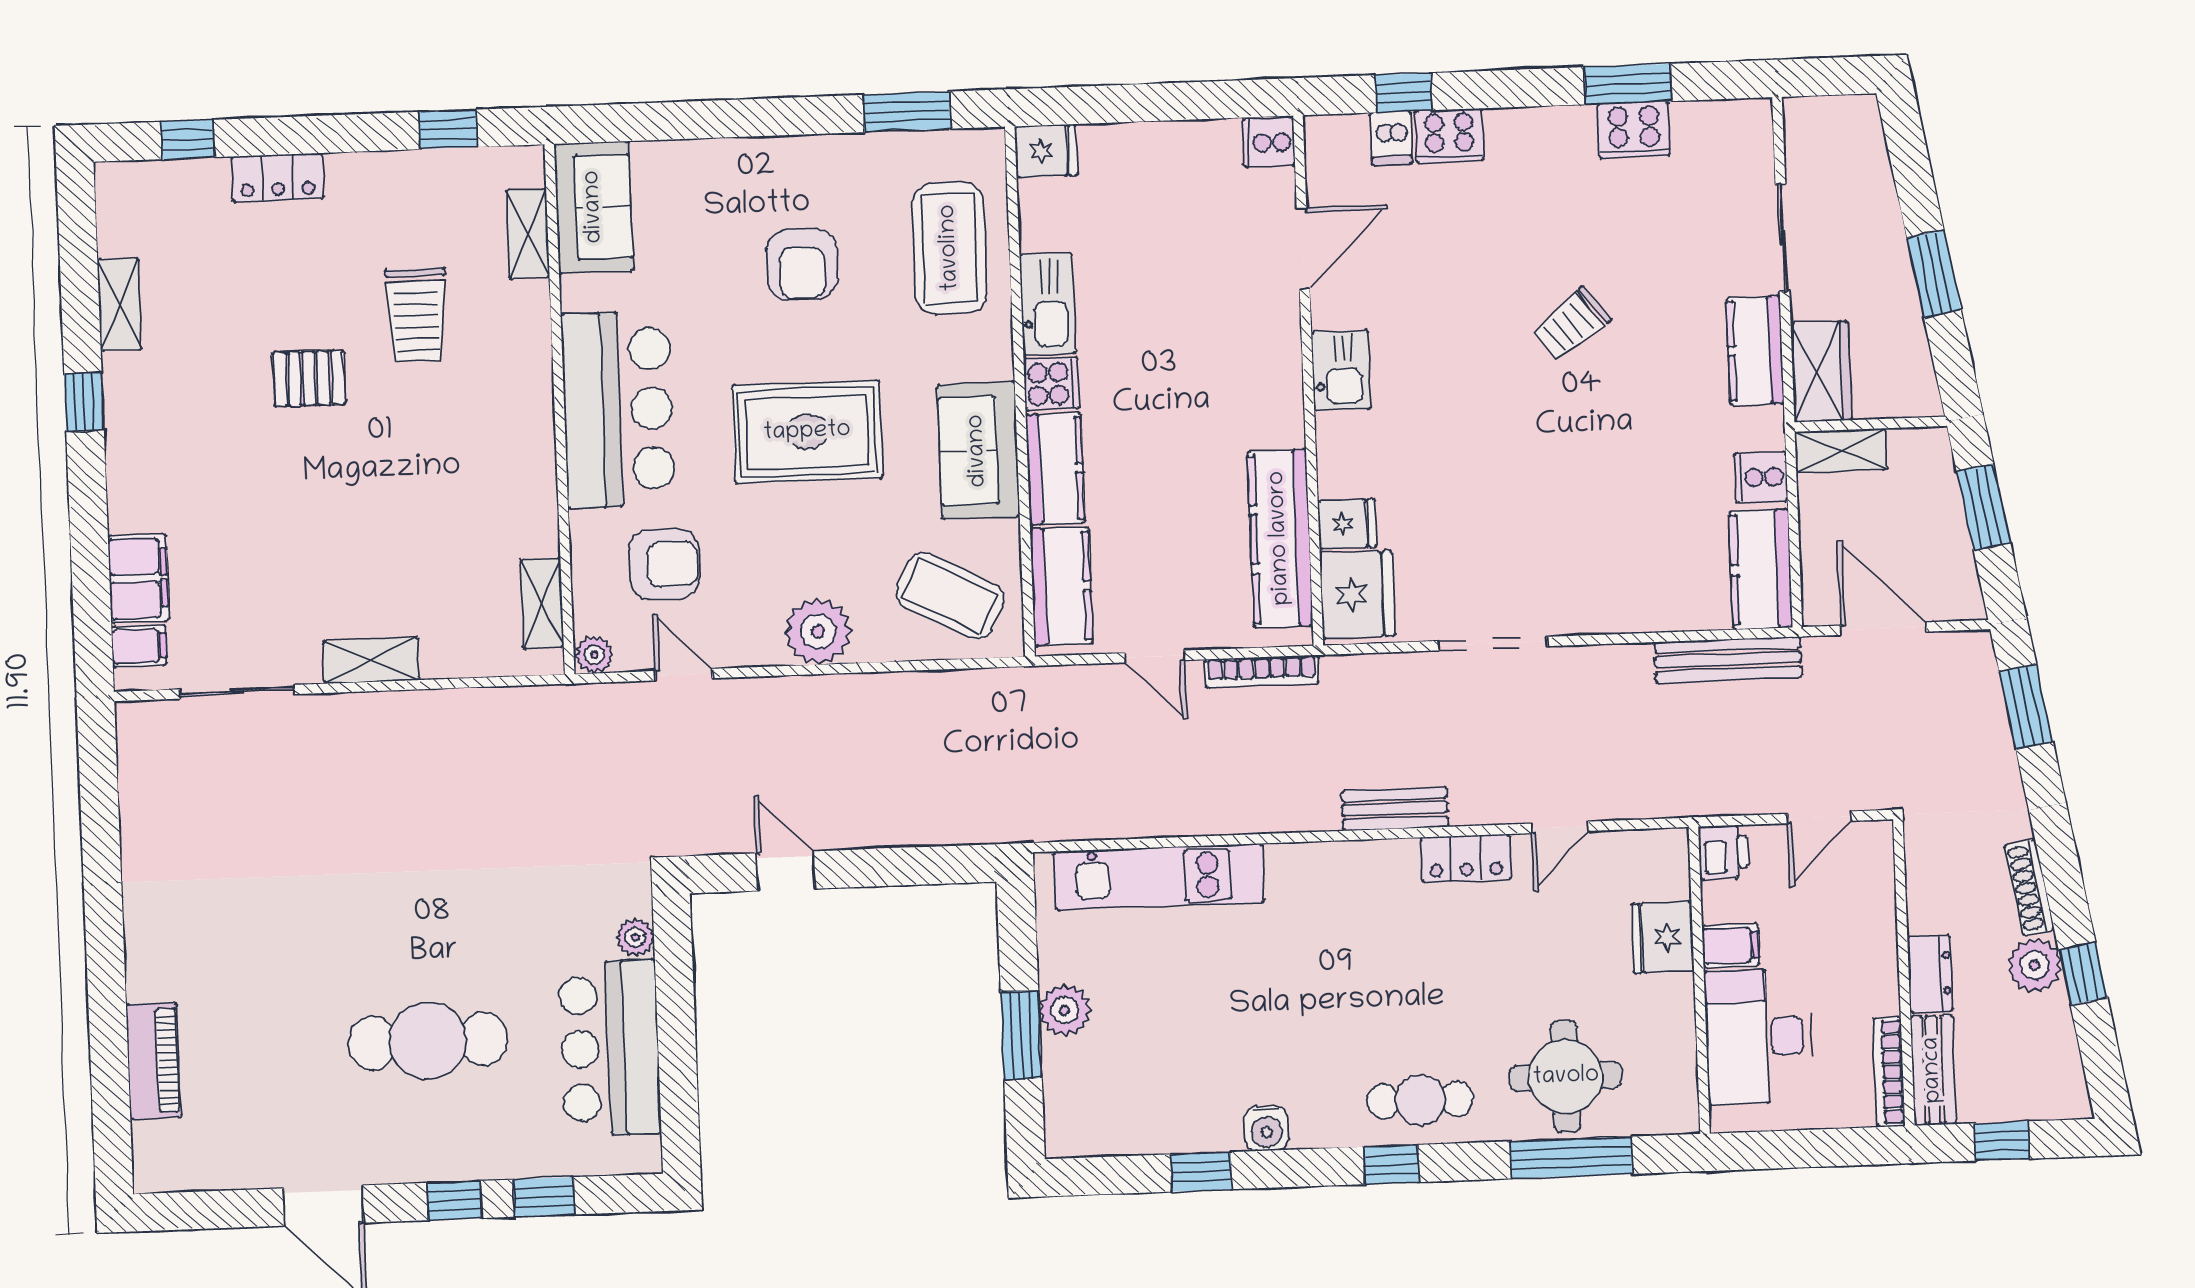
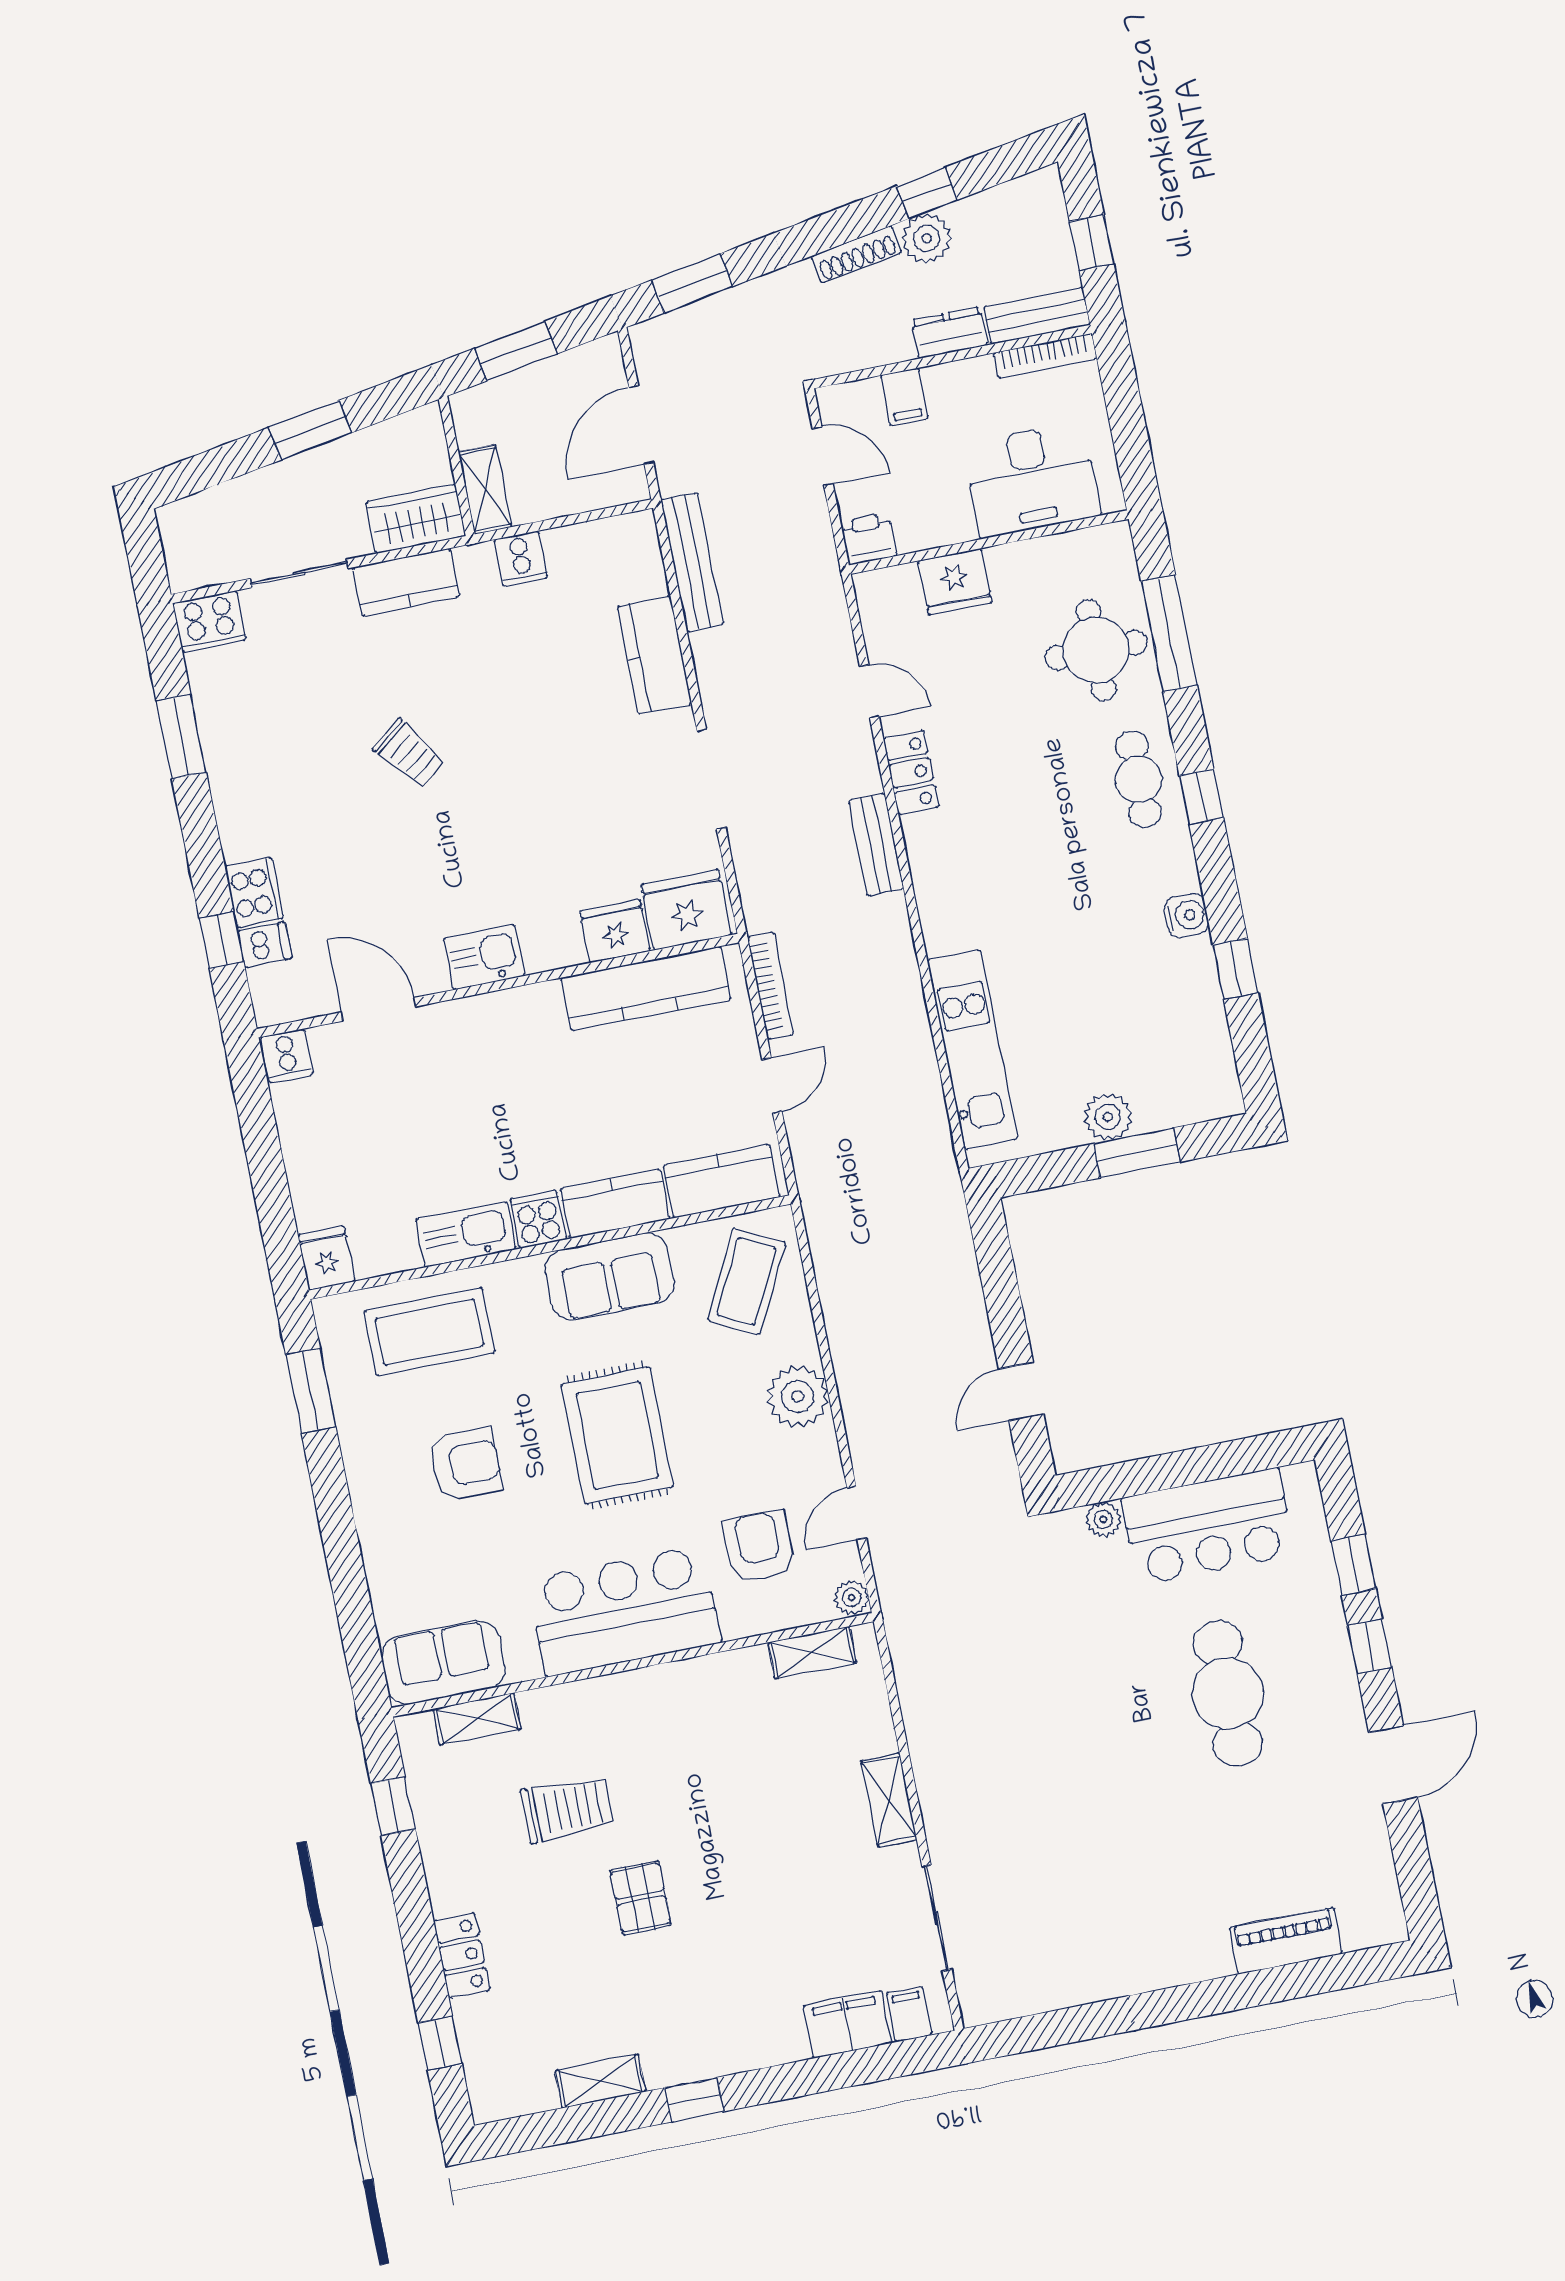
cooker: (1634, 130) -> (209, 622), moved, turned 90
fridge: (1347, 524) -> (615, 931), width x1.38
kitchen counter: (1761, 569) -> (654, 655), moved, turned 90
filing cabinet: (1731, 946) -> (905, 397), moved, turned 180

